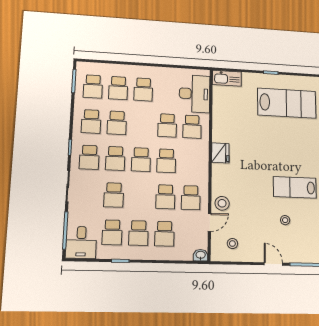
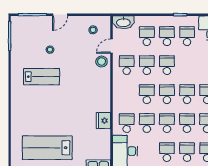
school desk: (142, 124) -> (167, 123), added
fridge: (220, 153) -> (103, 121), moved
school desk: (114, 195) -> (167, 65), moved
washbasin: (201, 255) -> (123, 22), width x1.91, depth x1.45
door: (273, 264) -> (60, 15), hinge flipped

